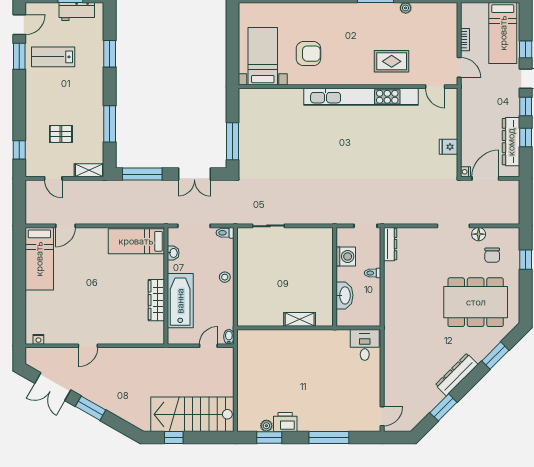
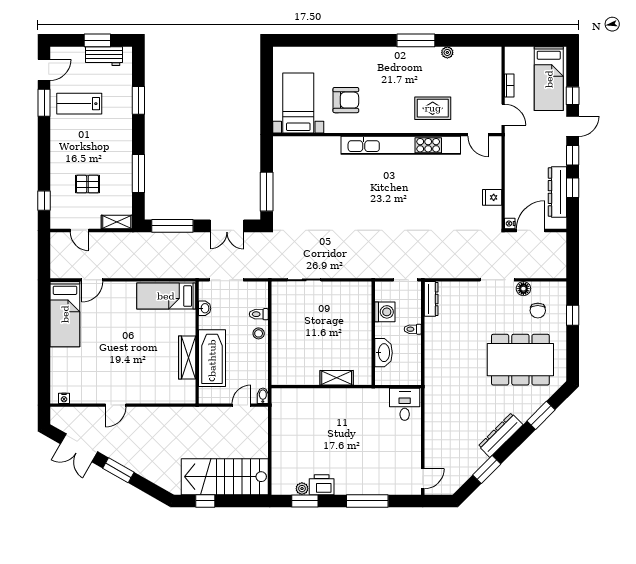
toilet: (225, 233) -> (259, 314), moved

